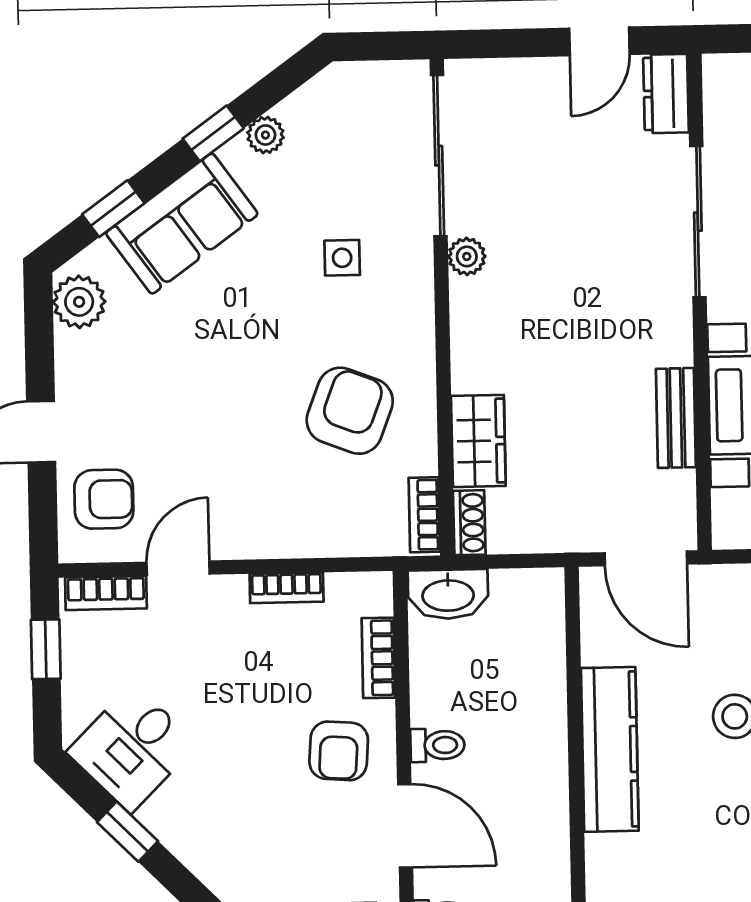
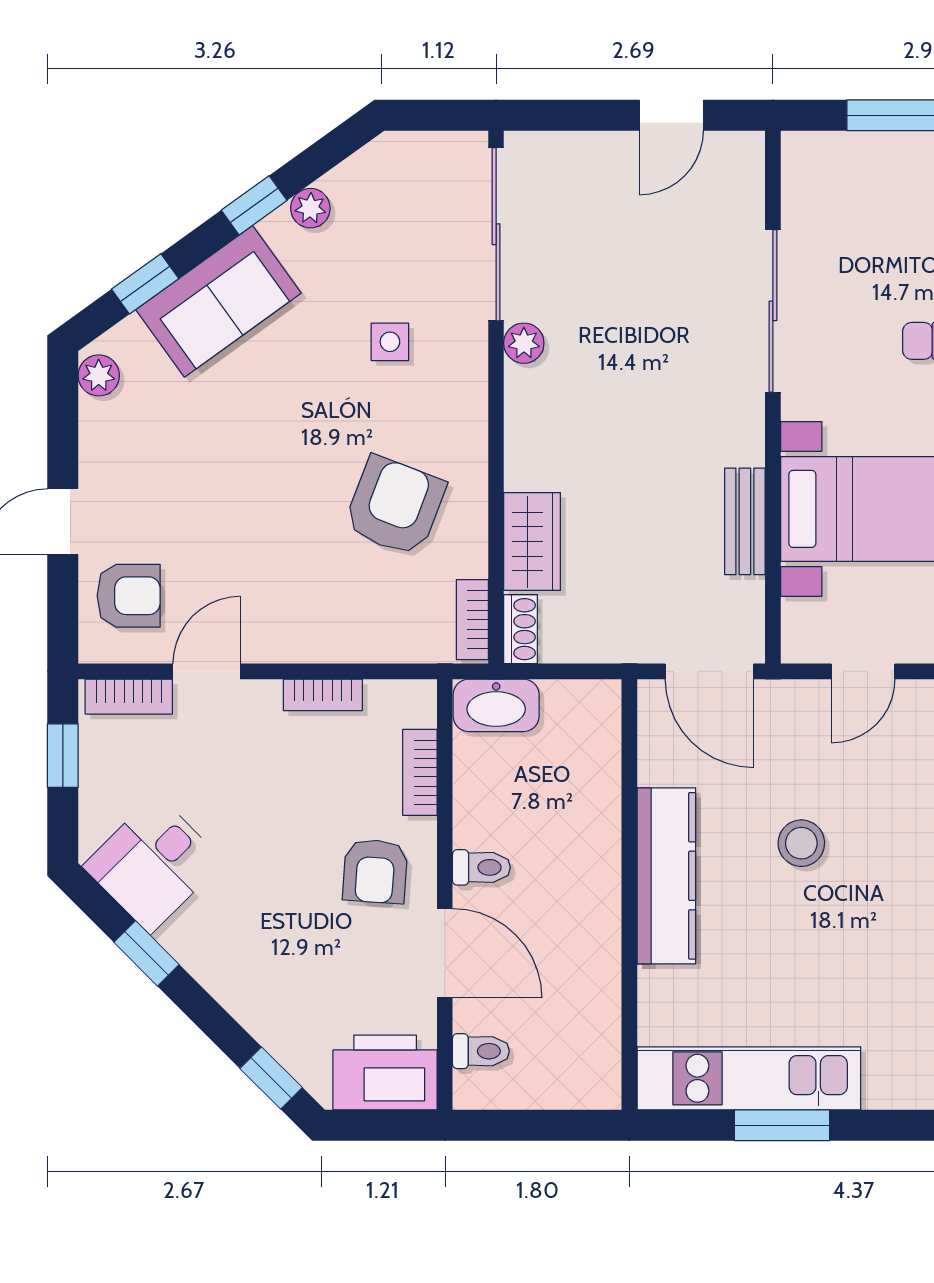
dresser: (666, 94) -> (742, 173), removed
plant: (79, 302) -> (99, 375), width x0.73, depth x0.73

